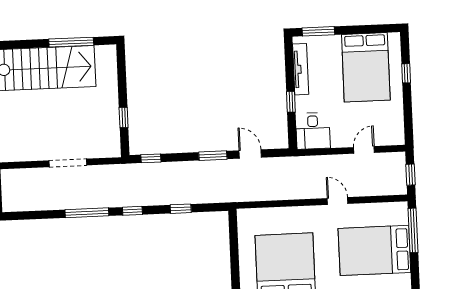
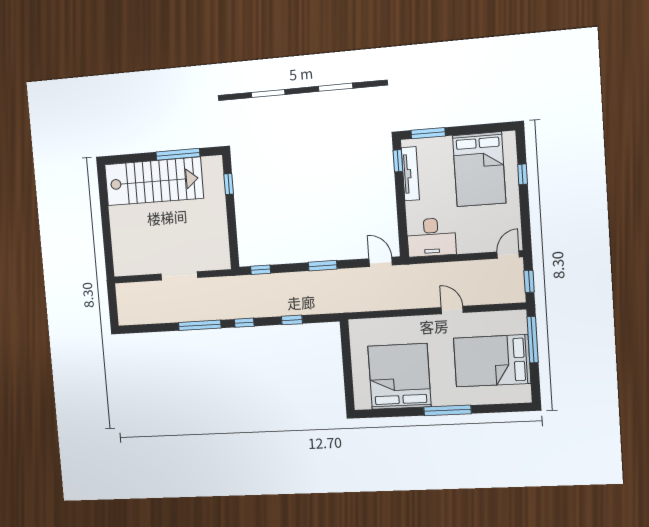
window: (291, 102) -> (398, 161), moved
window: (124, 118) -> (229, 184), moved
desk: (313, 131) -> (431, 237), width x1.37
door: (364, 150) -> (508, 254), moved
door: (250, 154) -> (381, 262), moved

